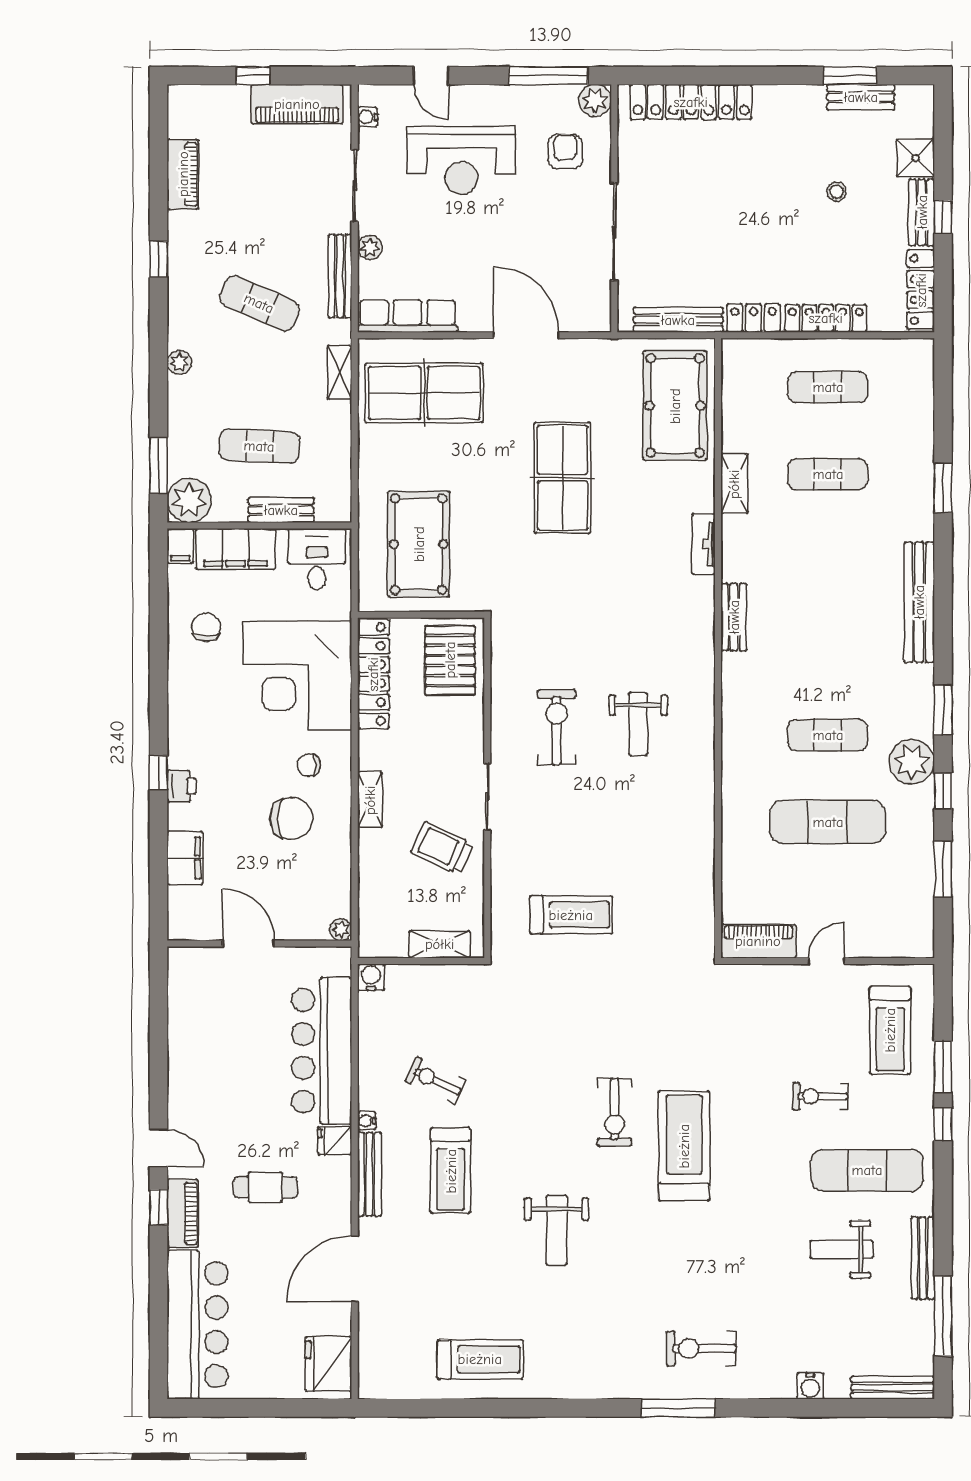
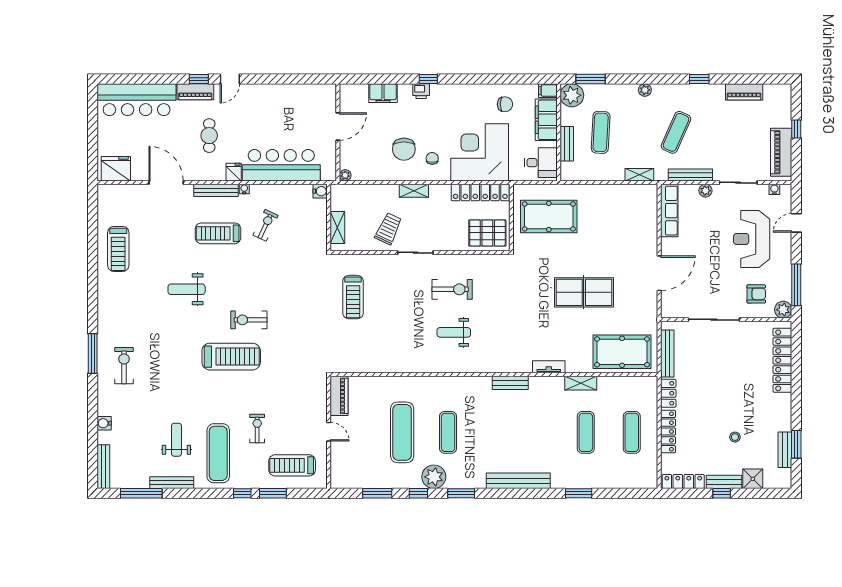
table tennis table: (424, 393) -> (629, 219), removed

